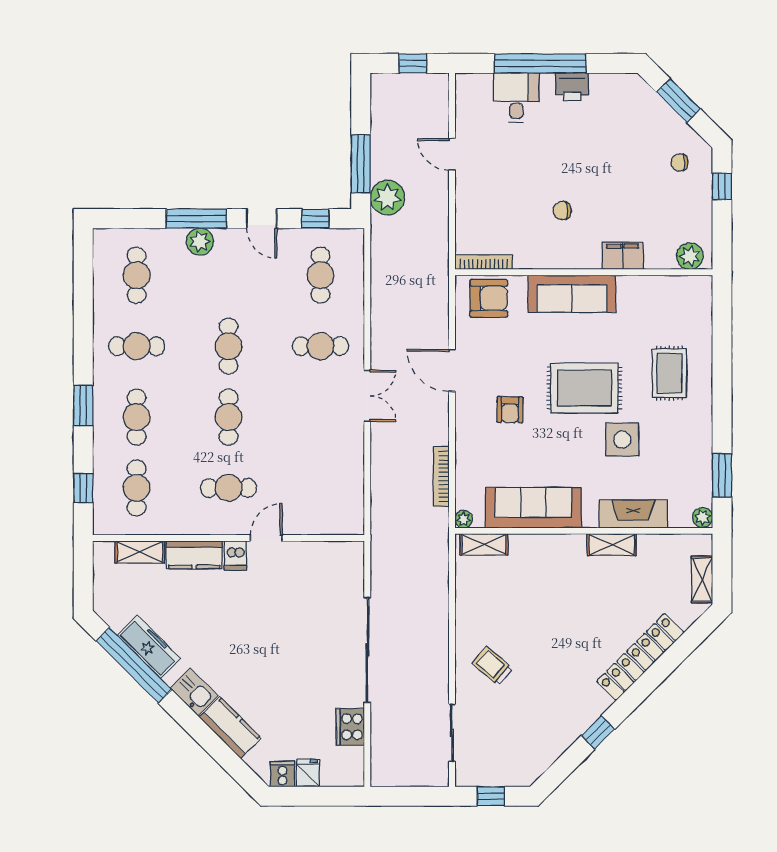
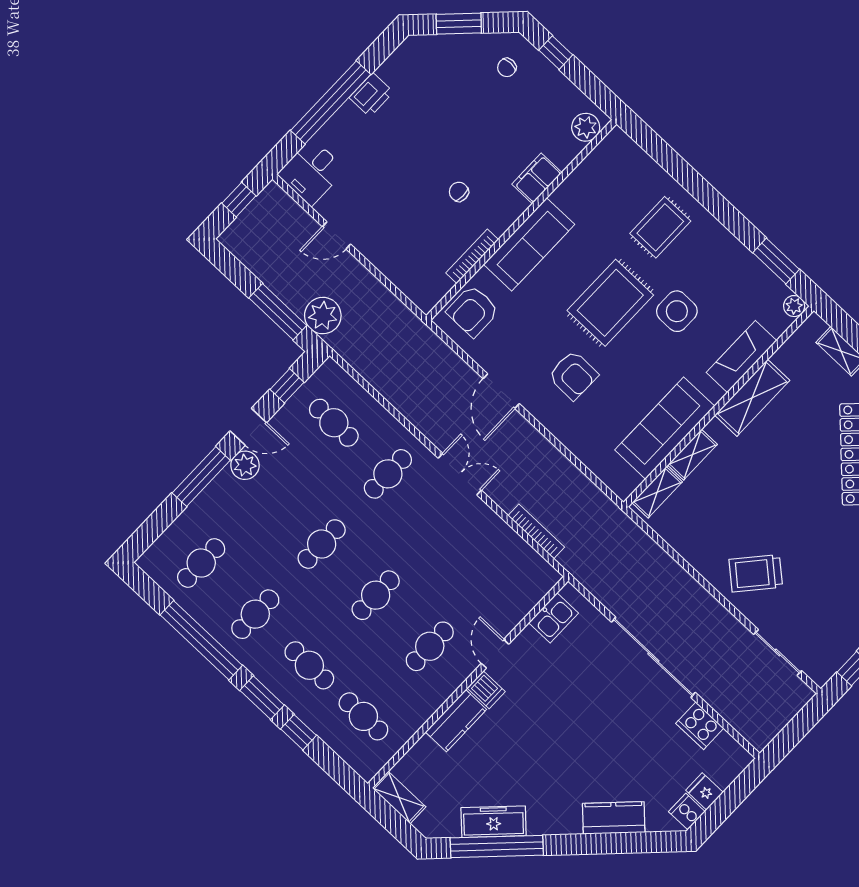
desk: (516, 98) -> (312, 172), moved, turned -90
chair: (562, 211) -> (459, 192), turned 91
plant: (200, 242) -> (245, 465), moved
bookcase: (484, 262) -> (472, 256), moved
cafe table: (137, 275) -> (201, 563), turned 90
armchair: (489, 298) -> (473, 311), turned 180
window: (83, 326) -> (201, 640), added
cafe table: (229, 346) -> (322, 544), turned 90
door: (452, 370) -> (501, 391), hinge flipped
rug: (669, 373) -> (660, 227), turned 90
armchair: (510, 410) -> (573, 375), width x1.38, depth x1.38
cafe table: (229, 417) -> (376, 595), turned 90
bookcase: (441, 476) -> (536, 531), moved, turned 180
window: (83, 488) -> (299, 732), moved
plant: (464, 519) -> (623, 490), removed
shelving: (533, 544) -> (692, 455), added
shelving: (612, 545) -> (752, 398), width x1.50, depth x1.33
shelving: (140, 552) -> (399, 797), moved, turned 90
trolley: (492, 666) -> (756, 573), width x1.36, depth x1.39
kitchen sink: (194, 692) -> (554, 618), moved, turned 135

